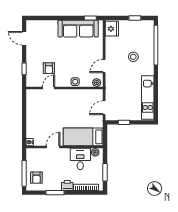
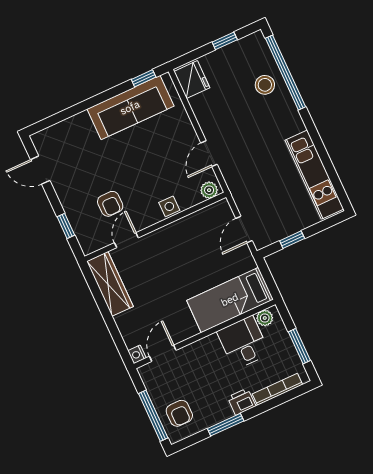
stool: (133, 57) -> (265, 85), moved
wardrobe: (32, 104) -> (110, 284), added
door: (53, 147) -> (163, 353), moved

